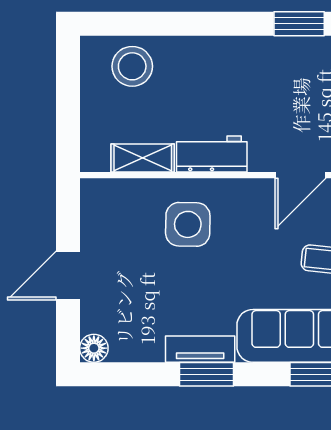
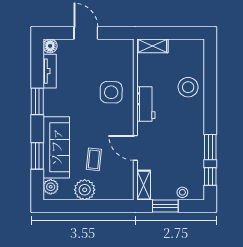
stool: (132, 66) -> (188, 87), moved
shelving: (143, 158) -> (152, 46), moved, turned 90
tv unit: (200, 349) -> (50, 71), moved

